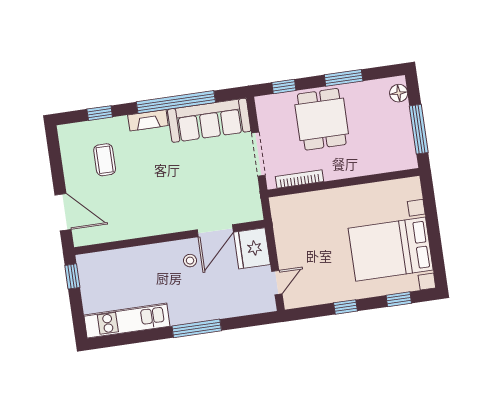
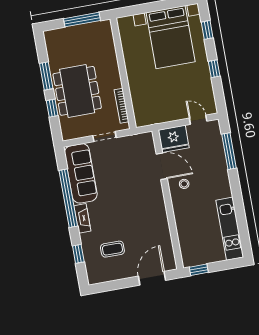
window: (284, 87) -> (52, 108), moved
floor lamp: (399, 93) -> (56, 35), removed
dining table: (322, 119) -> (77, 91), width x1.38
doorway: (258, 154) -> (104, 137), width x0.73
window: (197, 328) -> (229, 151), moved

